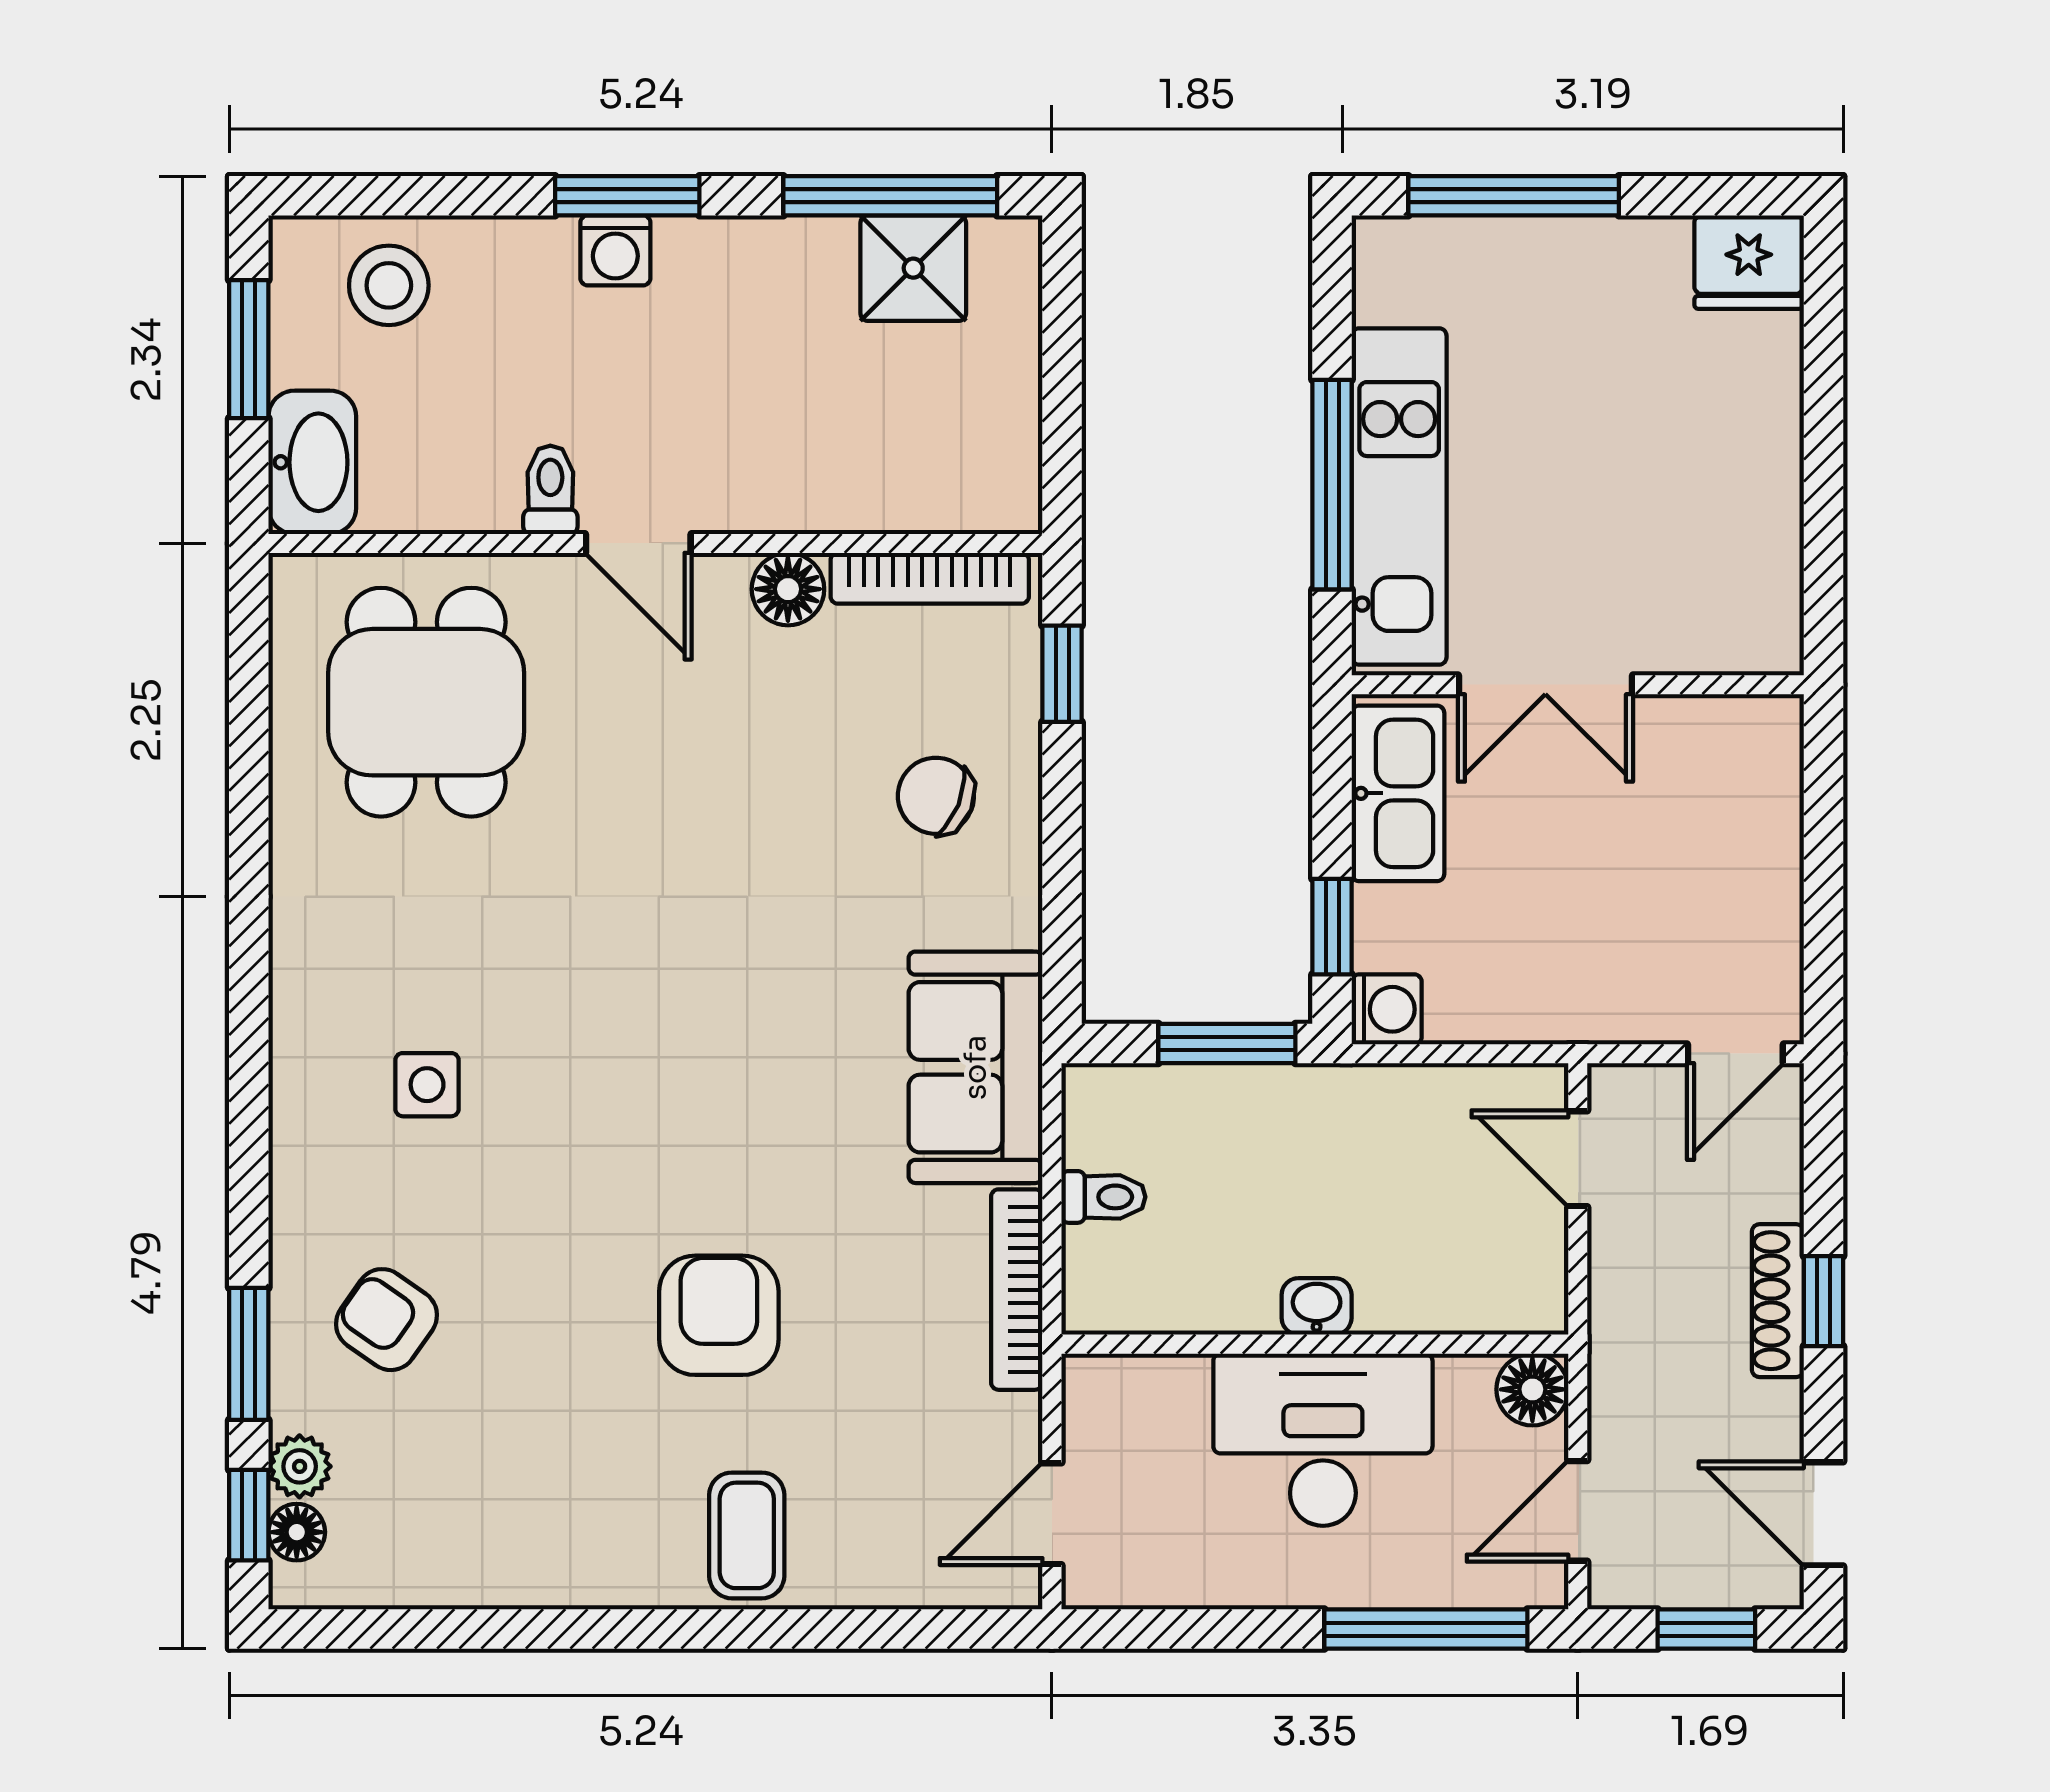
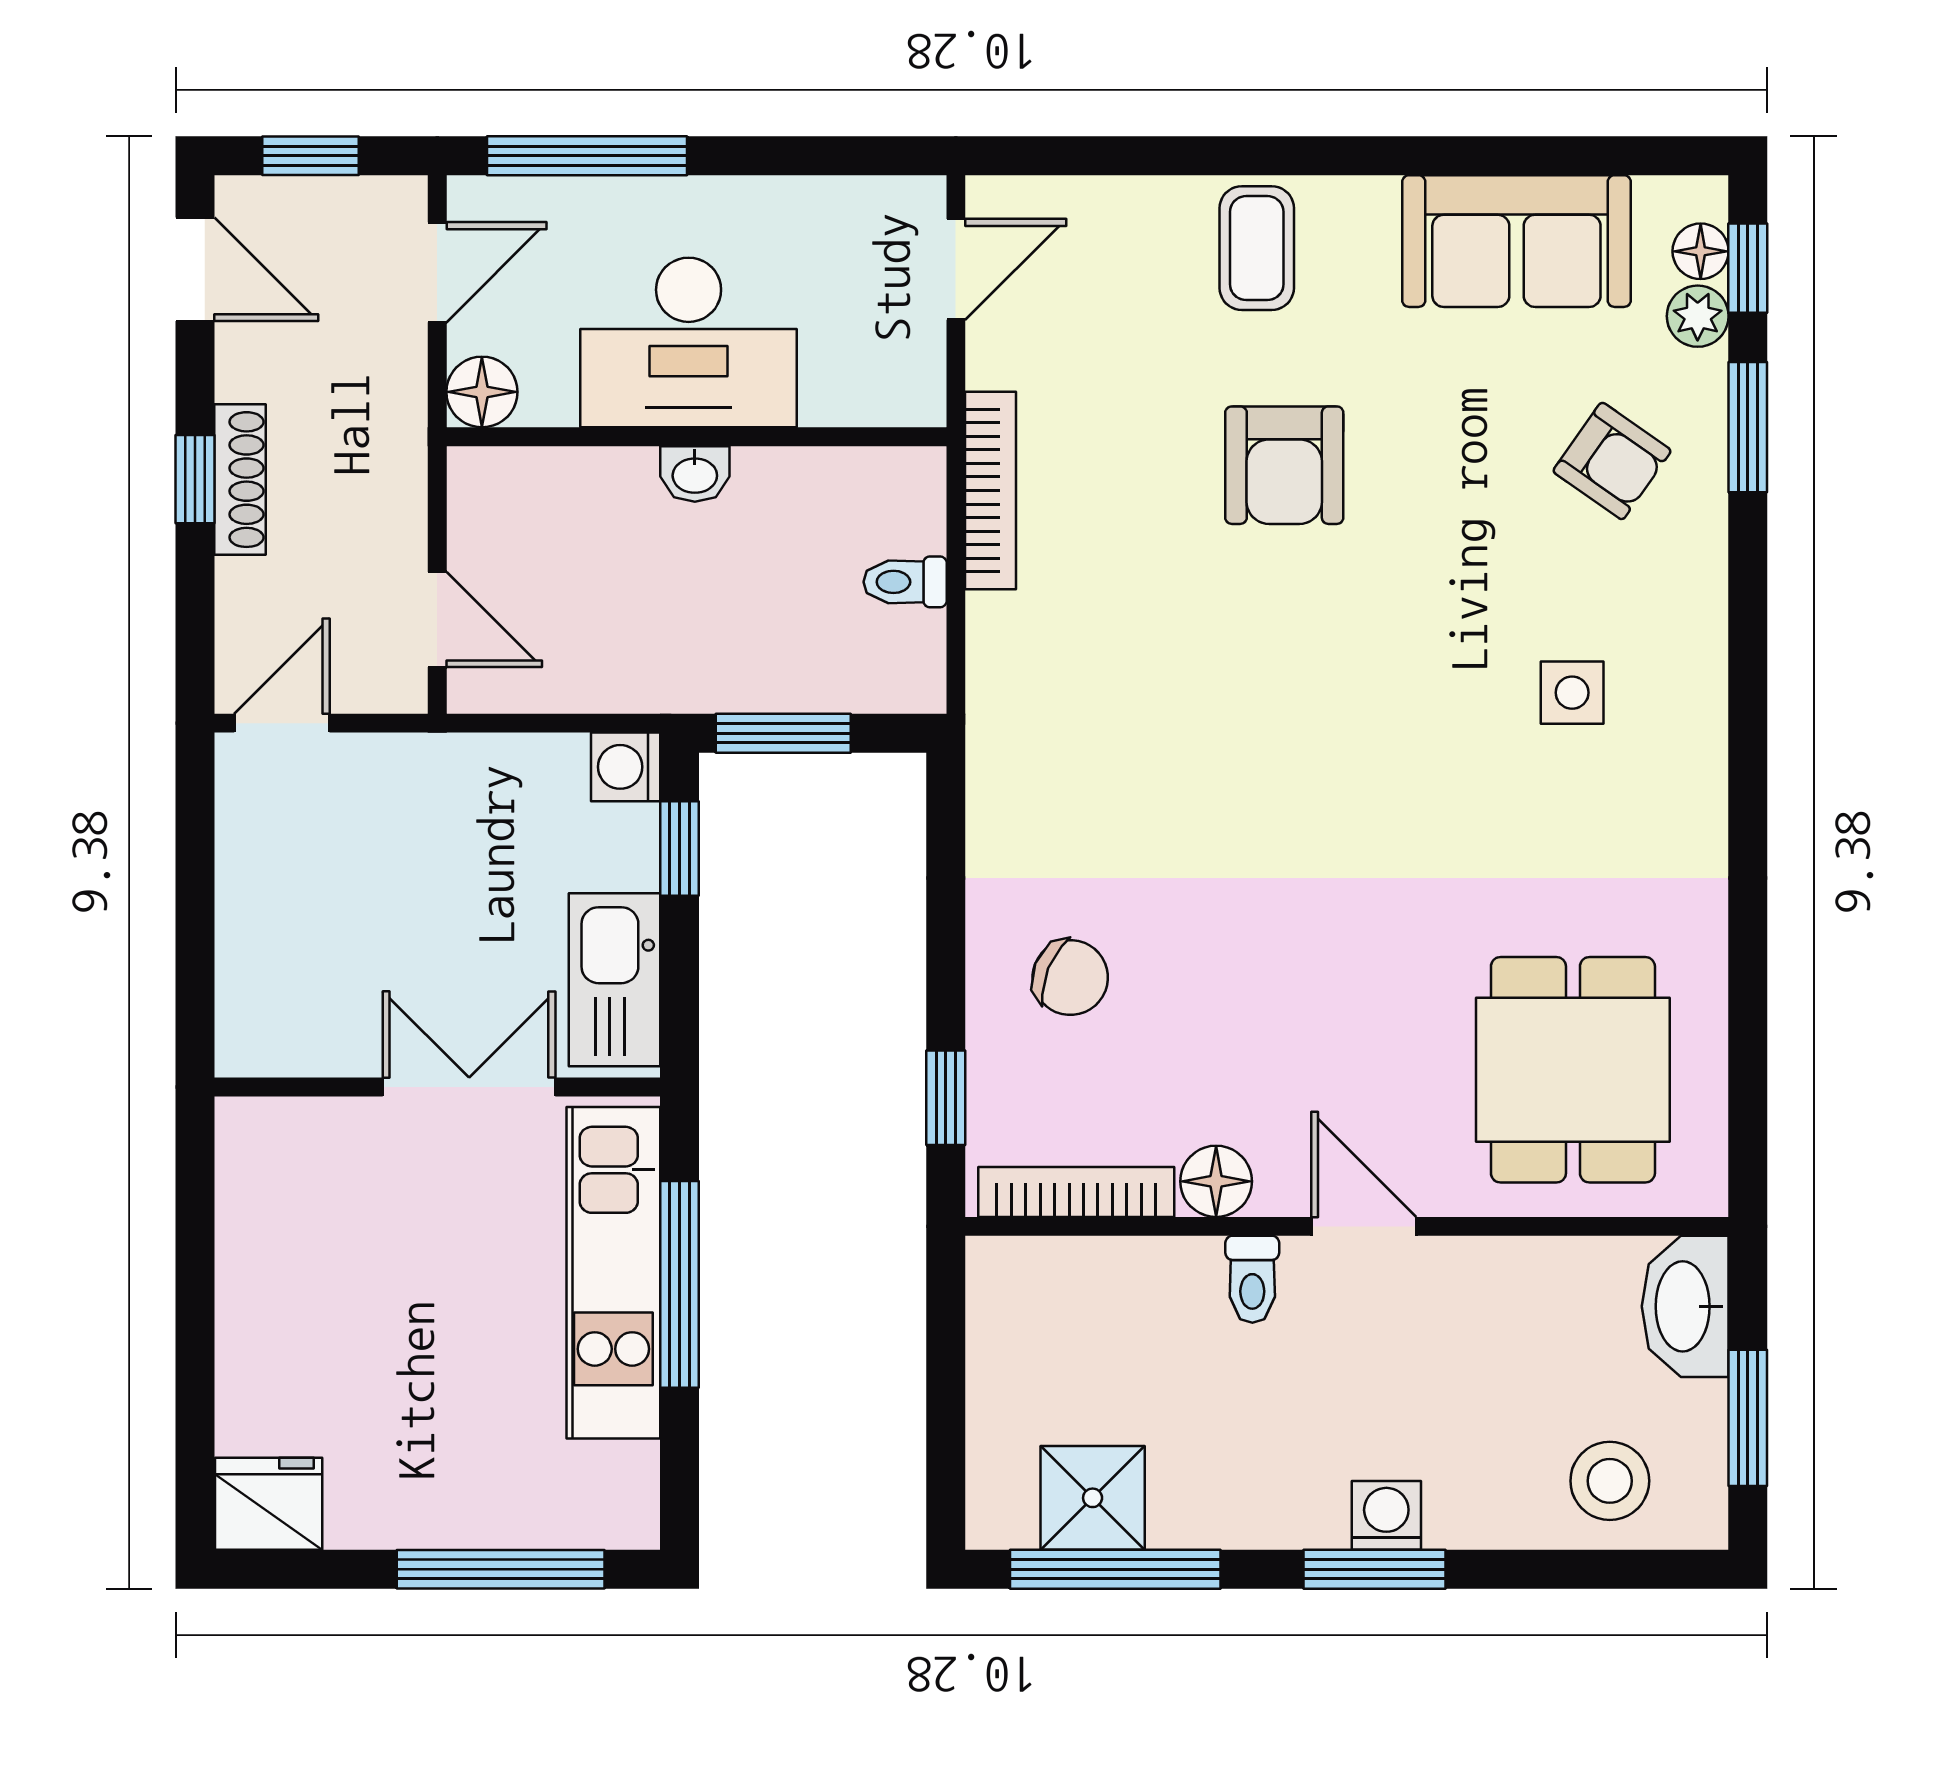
toilet: (550, 490) -> (1252, 1279), moved
sofa: (975, 1067) -> (1516, 241), moved, turned 90

